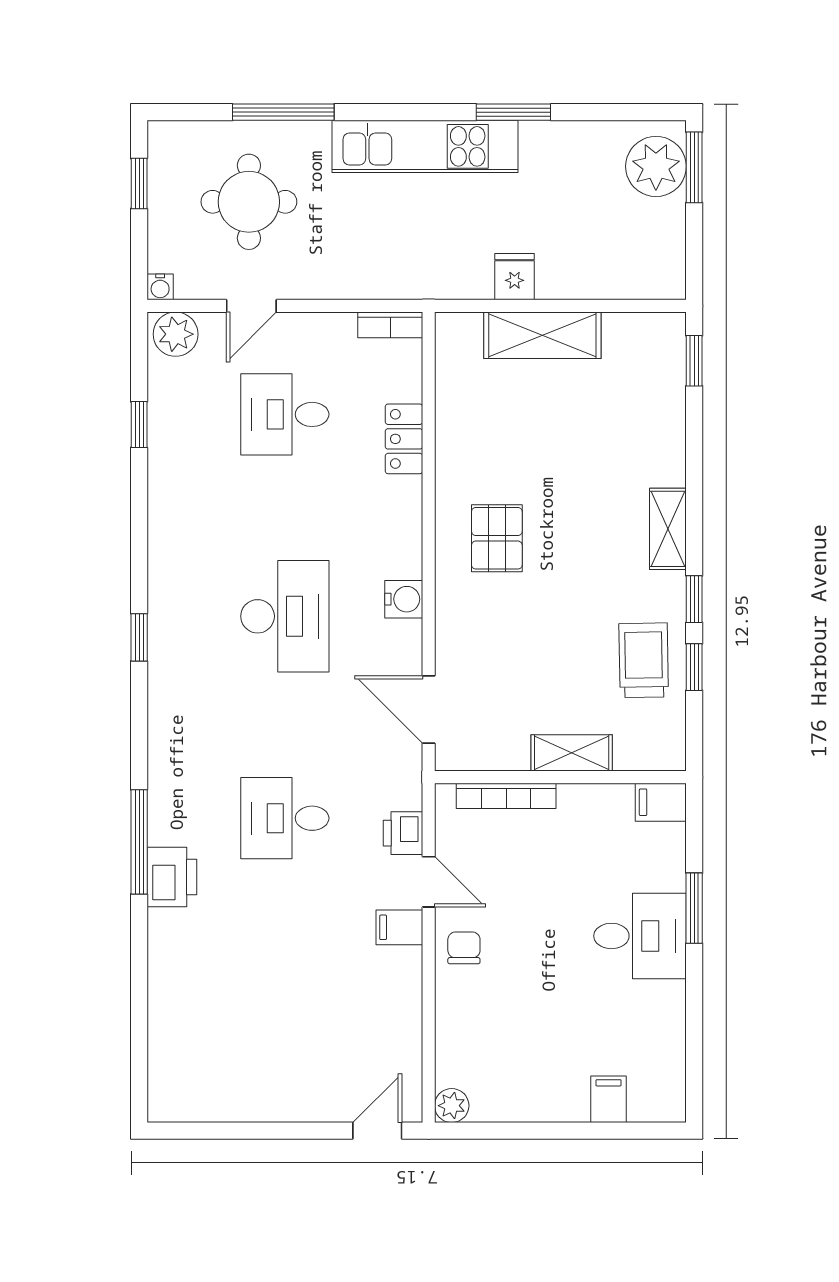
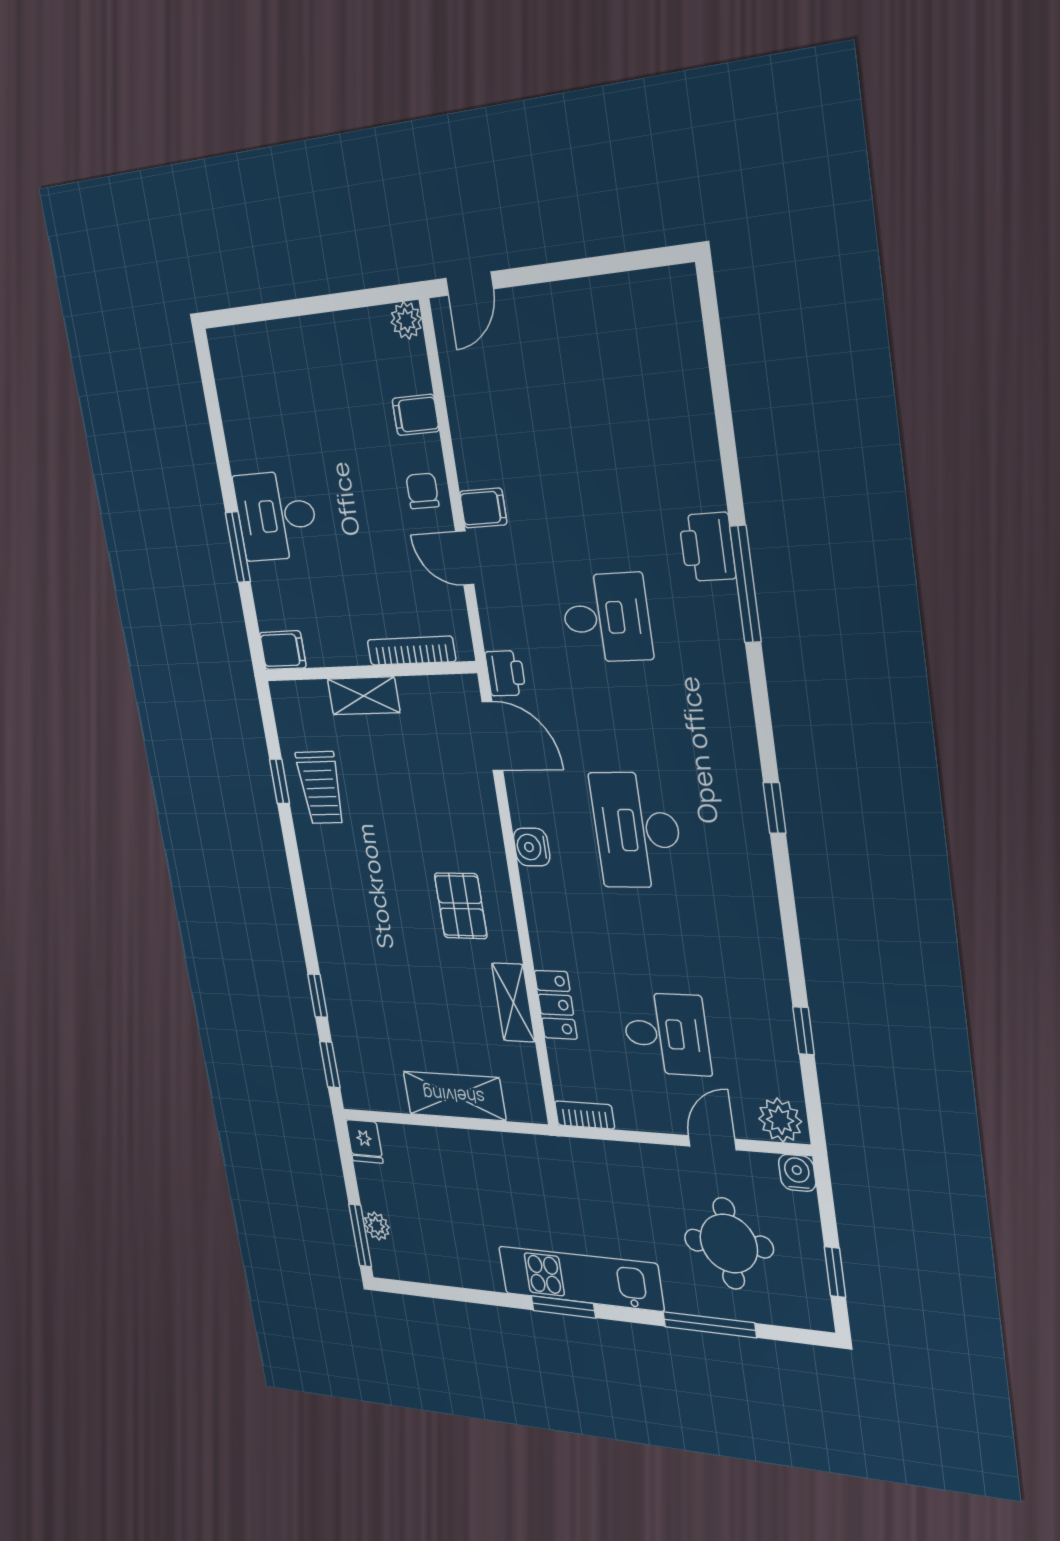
window: (513, 112) -> (563, 1307), moved
plant: (656, 166) -> (377, 1226), width x0.53, depth x0.53
fridge: (515, 277) -> (364, 1141), moved
water cooler: (160, 287) -> (797, 1173), width x1.38, depth x1.38
shelving: (668, 529) -> (513, 1003), moved
window: (694, 599) -> (318, 996), moved
printer: (403, 833) -> (505, 673), moved
chair: (464, 948) -> (422, 491), turned 180
filing cabinet: (609, 1099) -> (416, 415), moved, turned 90

